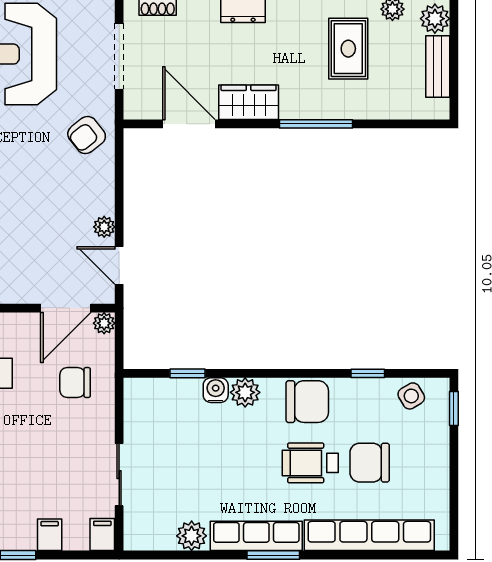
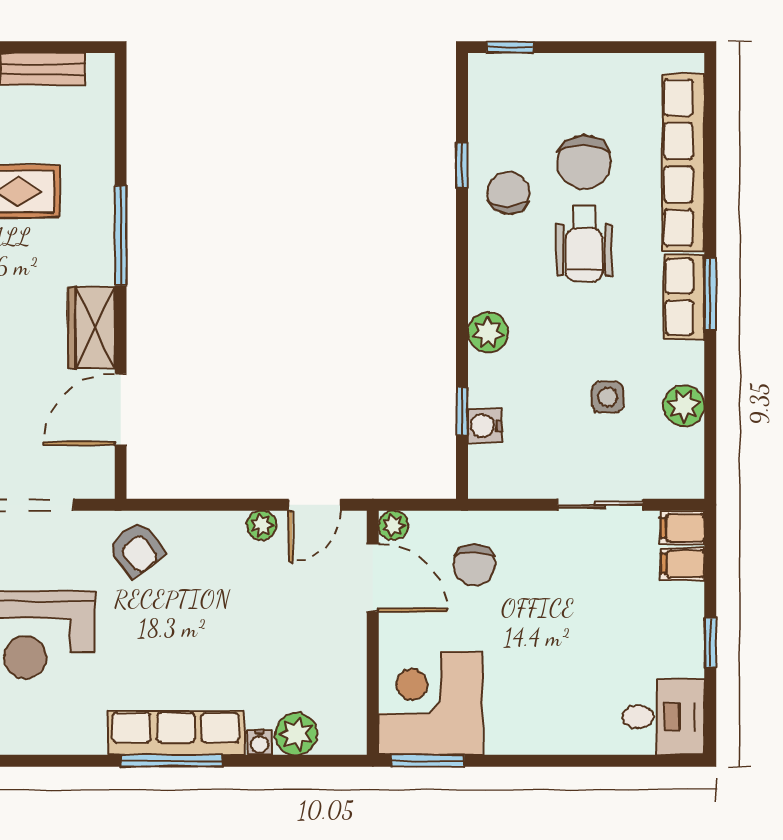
water cooler: (216, 390) -> (485, 426), moved
side table: (411, 396) -> (608, 397), moved, turned 31
chair: (307, 402) -> (508, 193), moved, width x0.73, depth x0.73
filing cabinet: (50, 535) -> (683, 564), moved
row of seats: (256, 536) -> (684, 297), width x0.68

